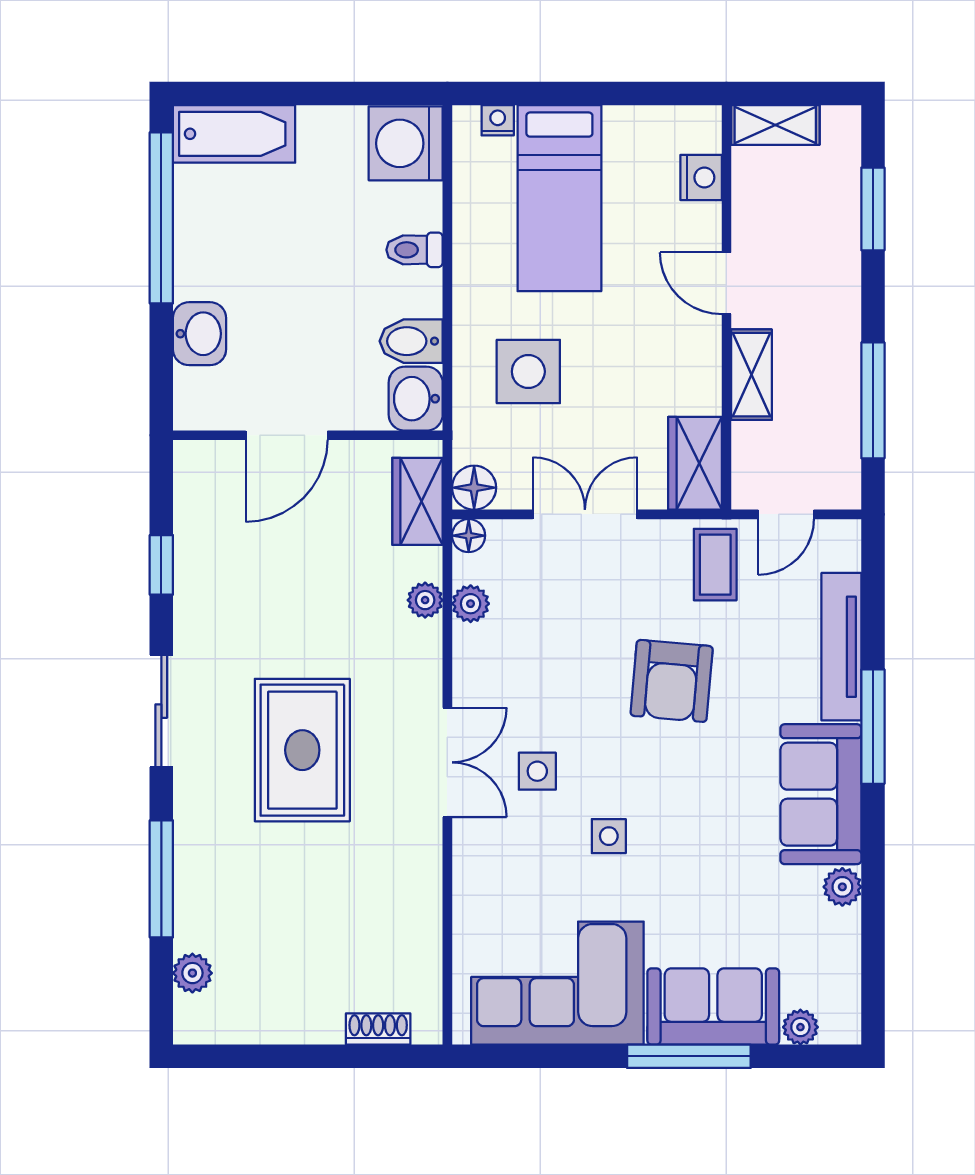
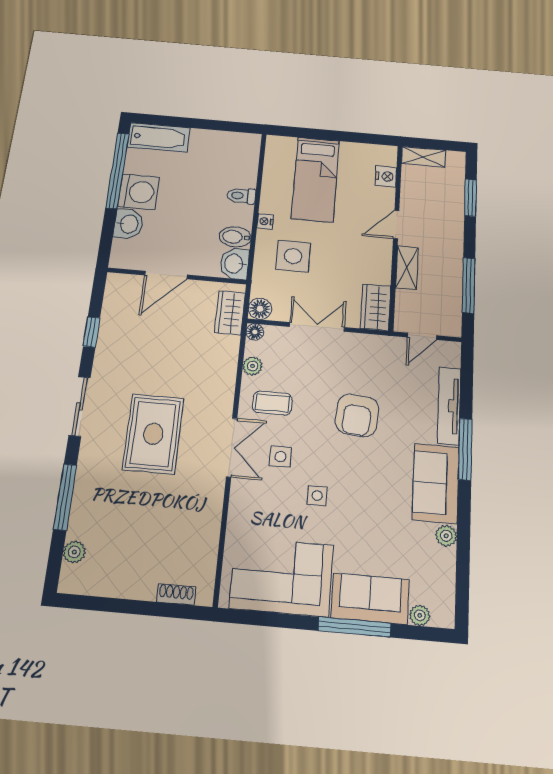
nightstand: (498, 120) -> (265, 221), moved, turned -90
washing machine: (406, 143) -> (139, 192), moved, turned 180
door: (726, 283) -> (396, 224), hinge flipped
coffee table: (715, 565) -> (272, 403), moved, turned 90
plant: (425, 600) -> (229, 362), removed

